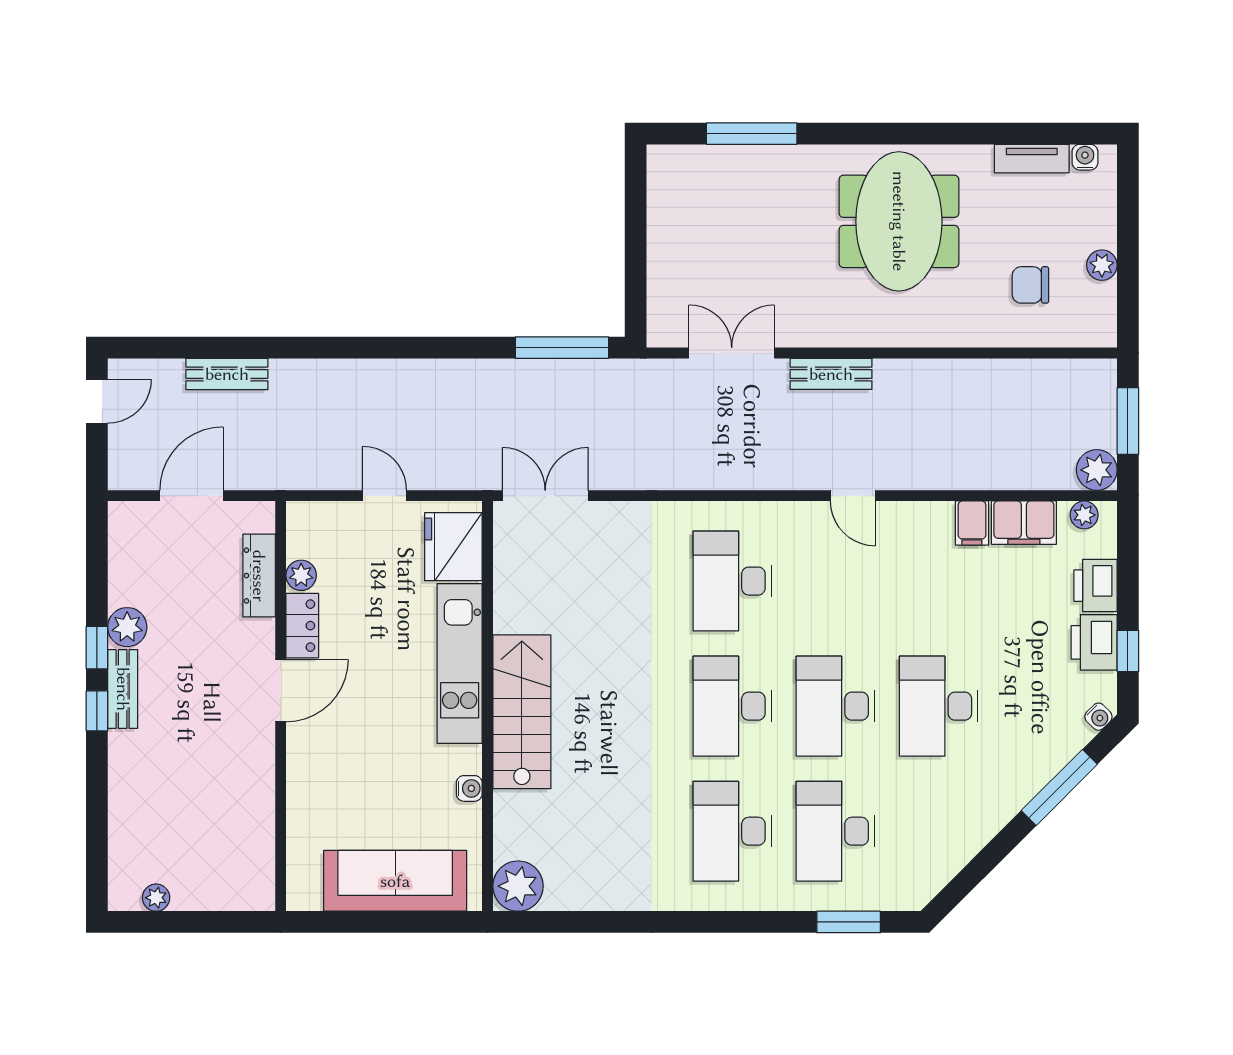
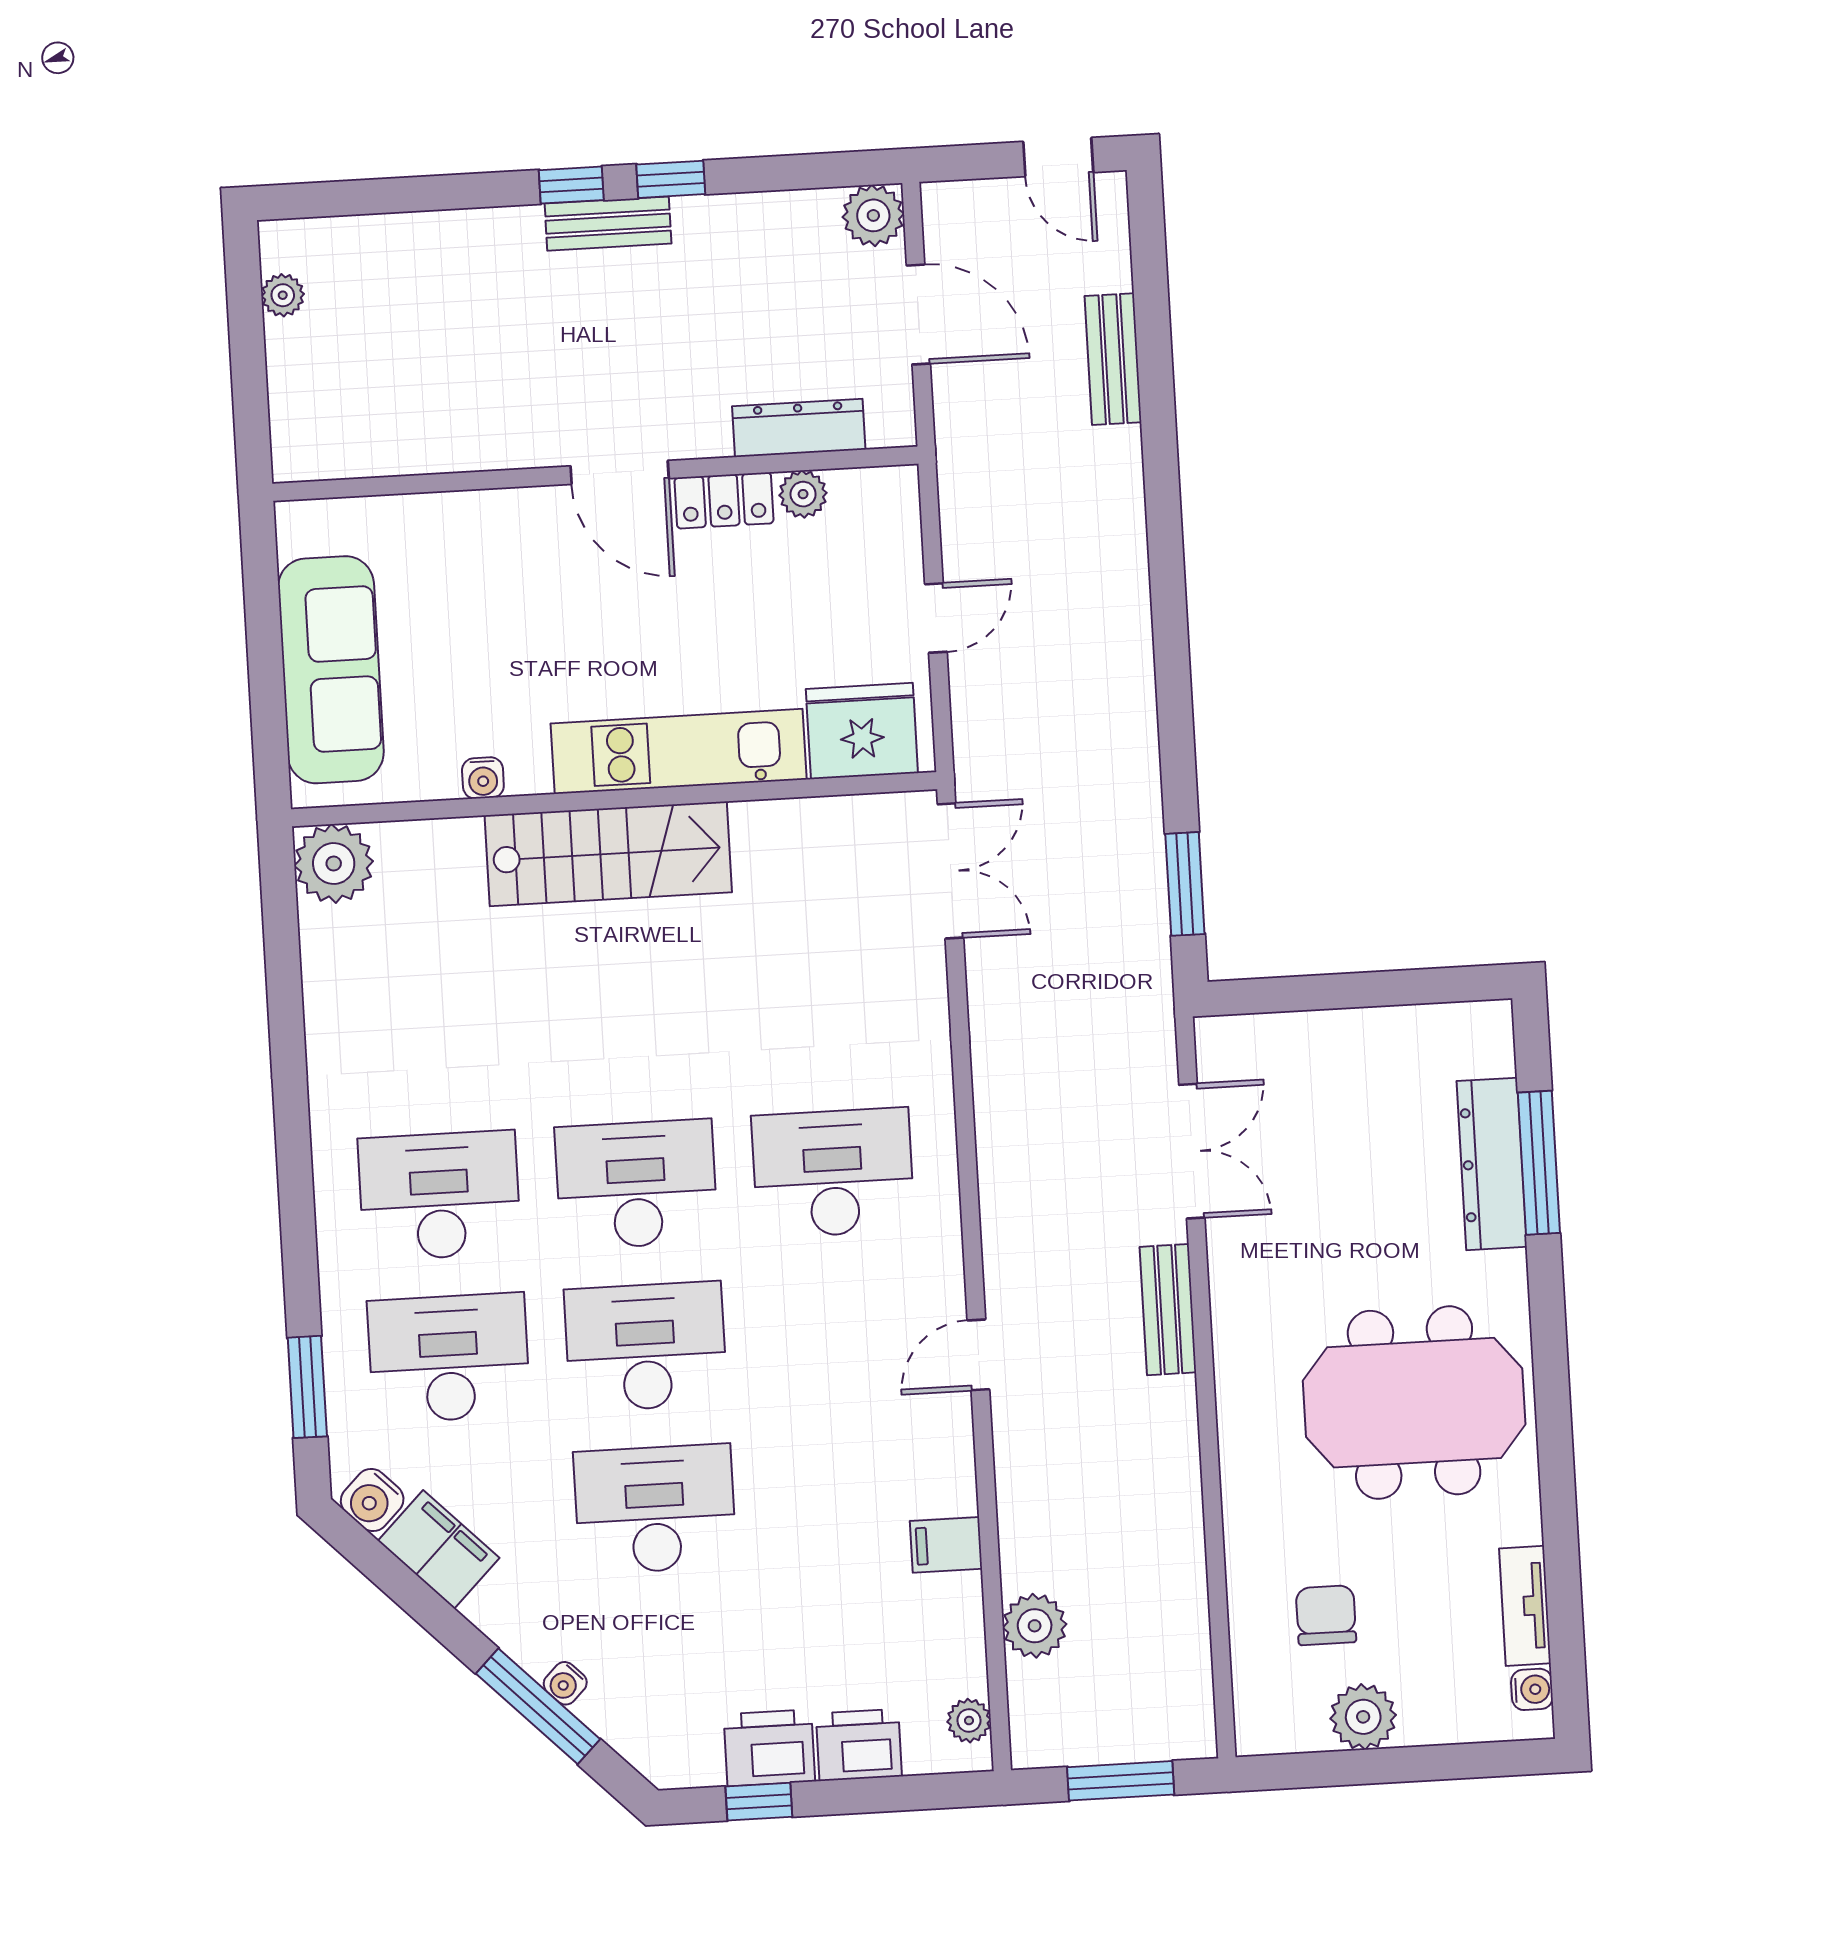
dresser: (751, 163) -> (1492, 1164), added
plant: (1102, 265) -> (1363, 1717), width x1.38, depth x1.38
window: (562, 348) -> (1185, 884), width x0.69
plant: (1097, 470) -> (1035, 1626), moved
filing cabinet: (1024, 523) -> (439, 1549), moved, turned 135
plant: (127, 627) -> (873, 215), moved
water cooler: (1098, 717) -> (565, 1683), moved
water cooler: (923, 885) -> (372, 1500), added

